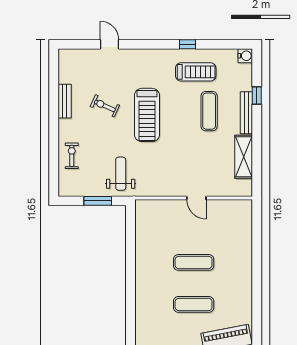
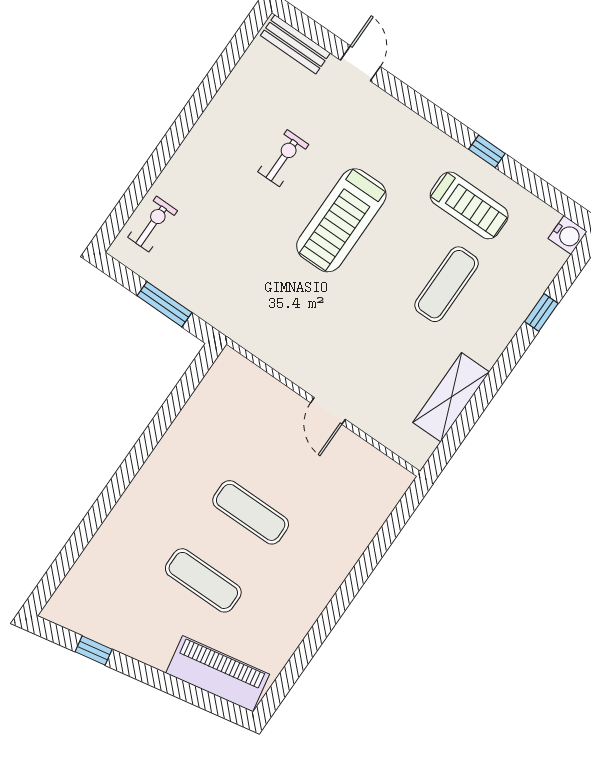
bench: (65, 101) -> (295, 44), moved, turned 90
exercise bike: (105, 106) -> (283, 158), turned 66
bench: (246, 113) -> (505, 329), removed
exercise bike: (72, 156) -> (153, 224), moved
weight bench: (121, 174) -> (232, 286), removed

